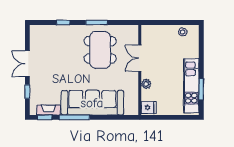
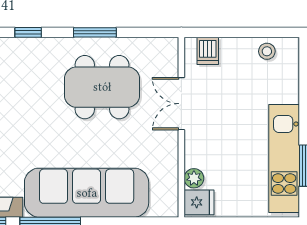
dishwasher: (153, 32) -> (208, 51), added
dining table: (100, 50) -> (102, 87), turned 90
plant: (146, 84) -> (194, 178), moved

